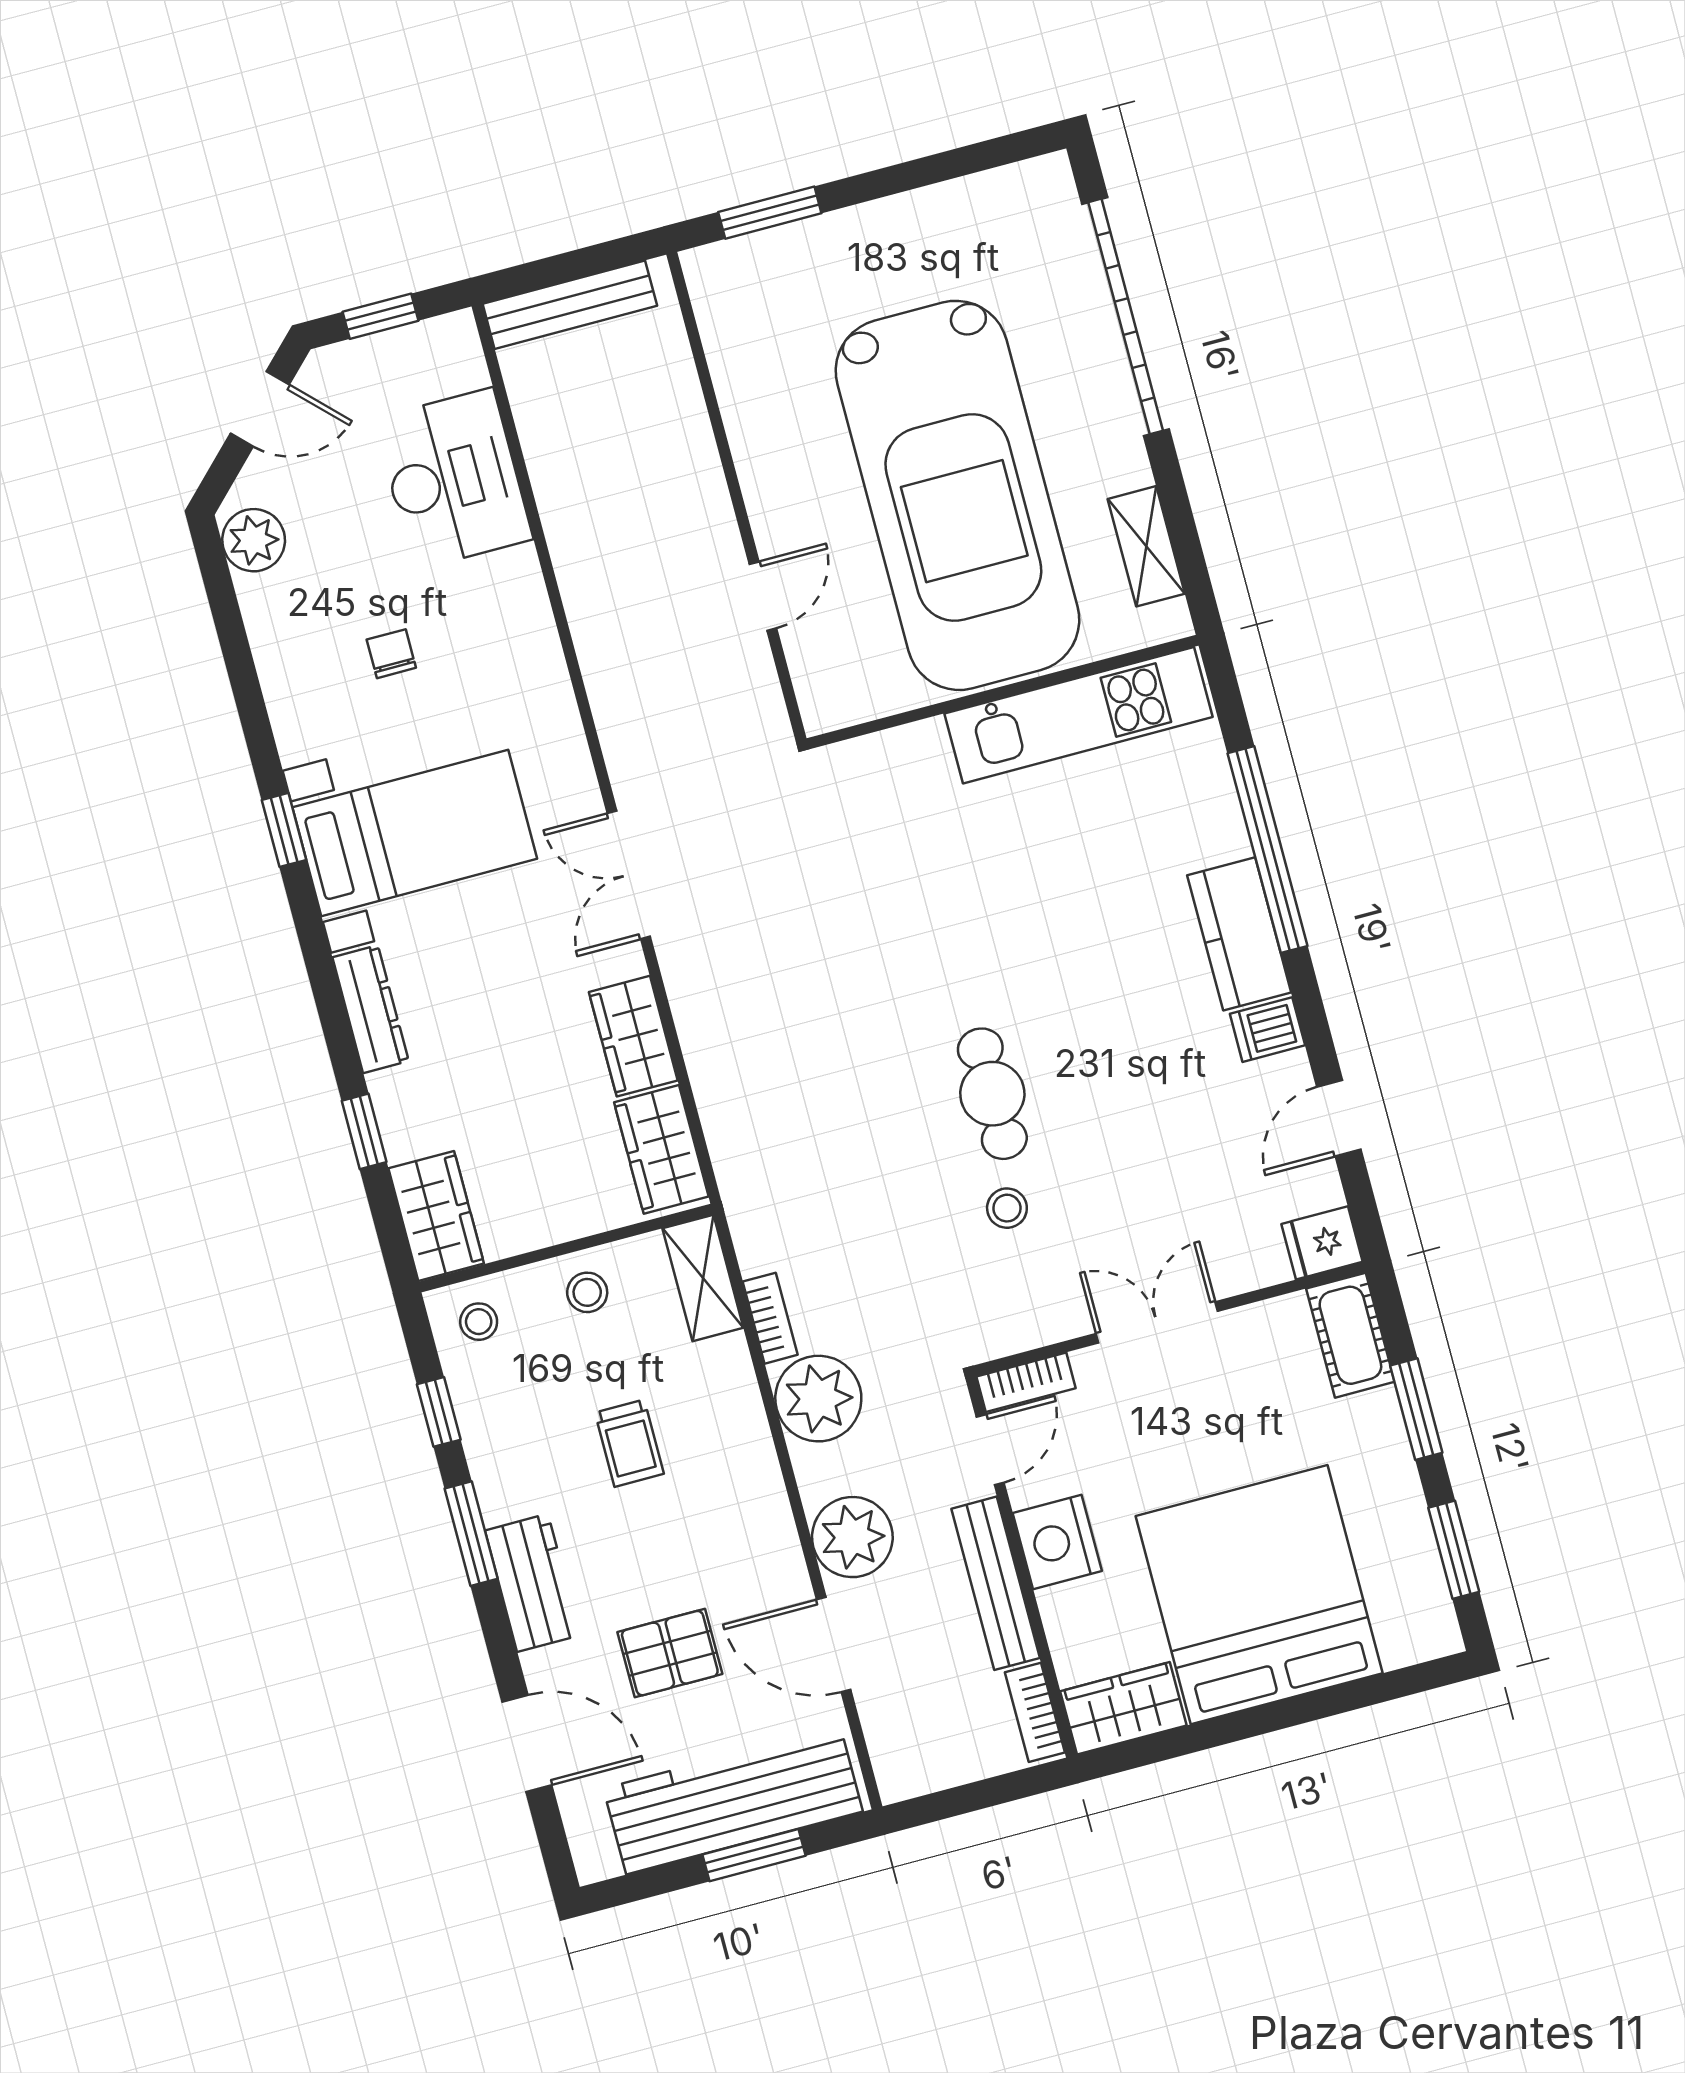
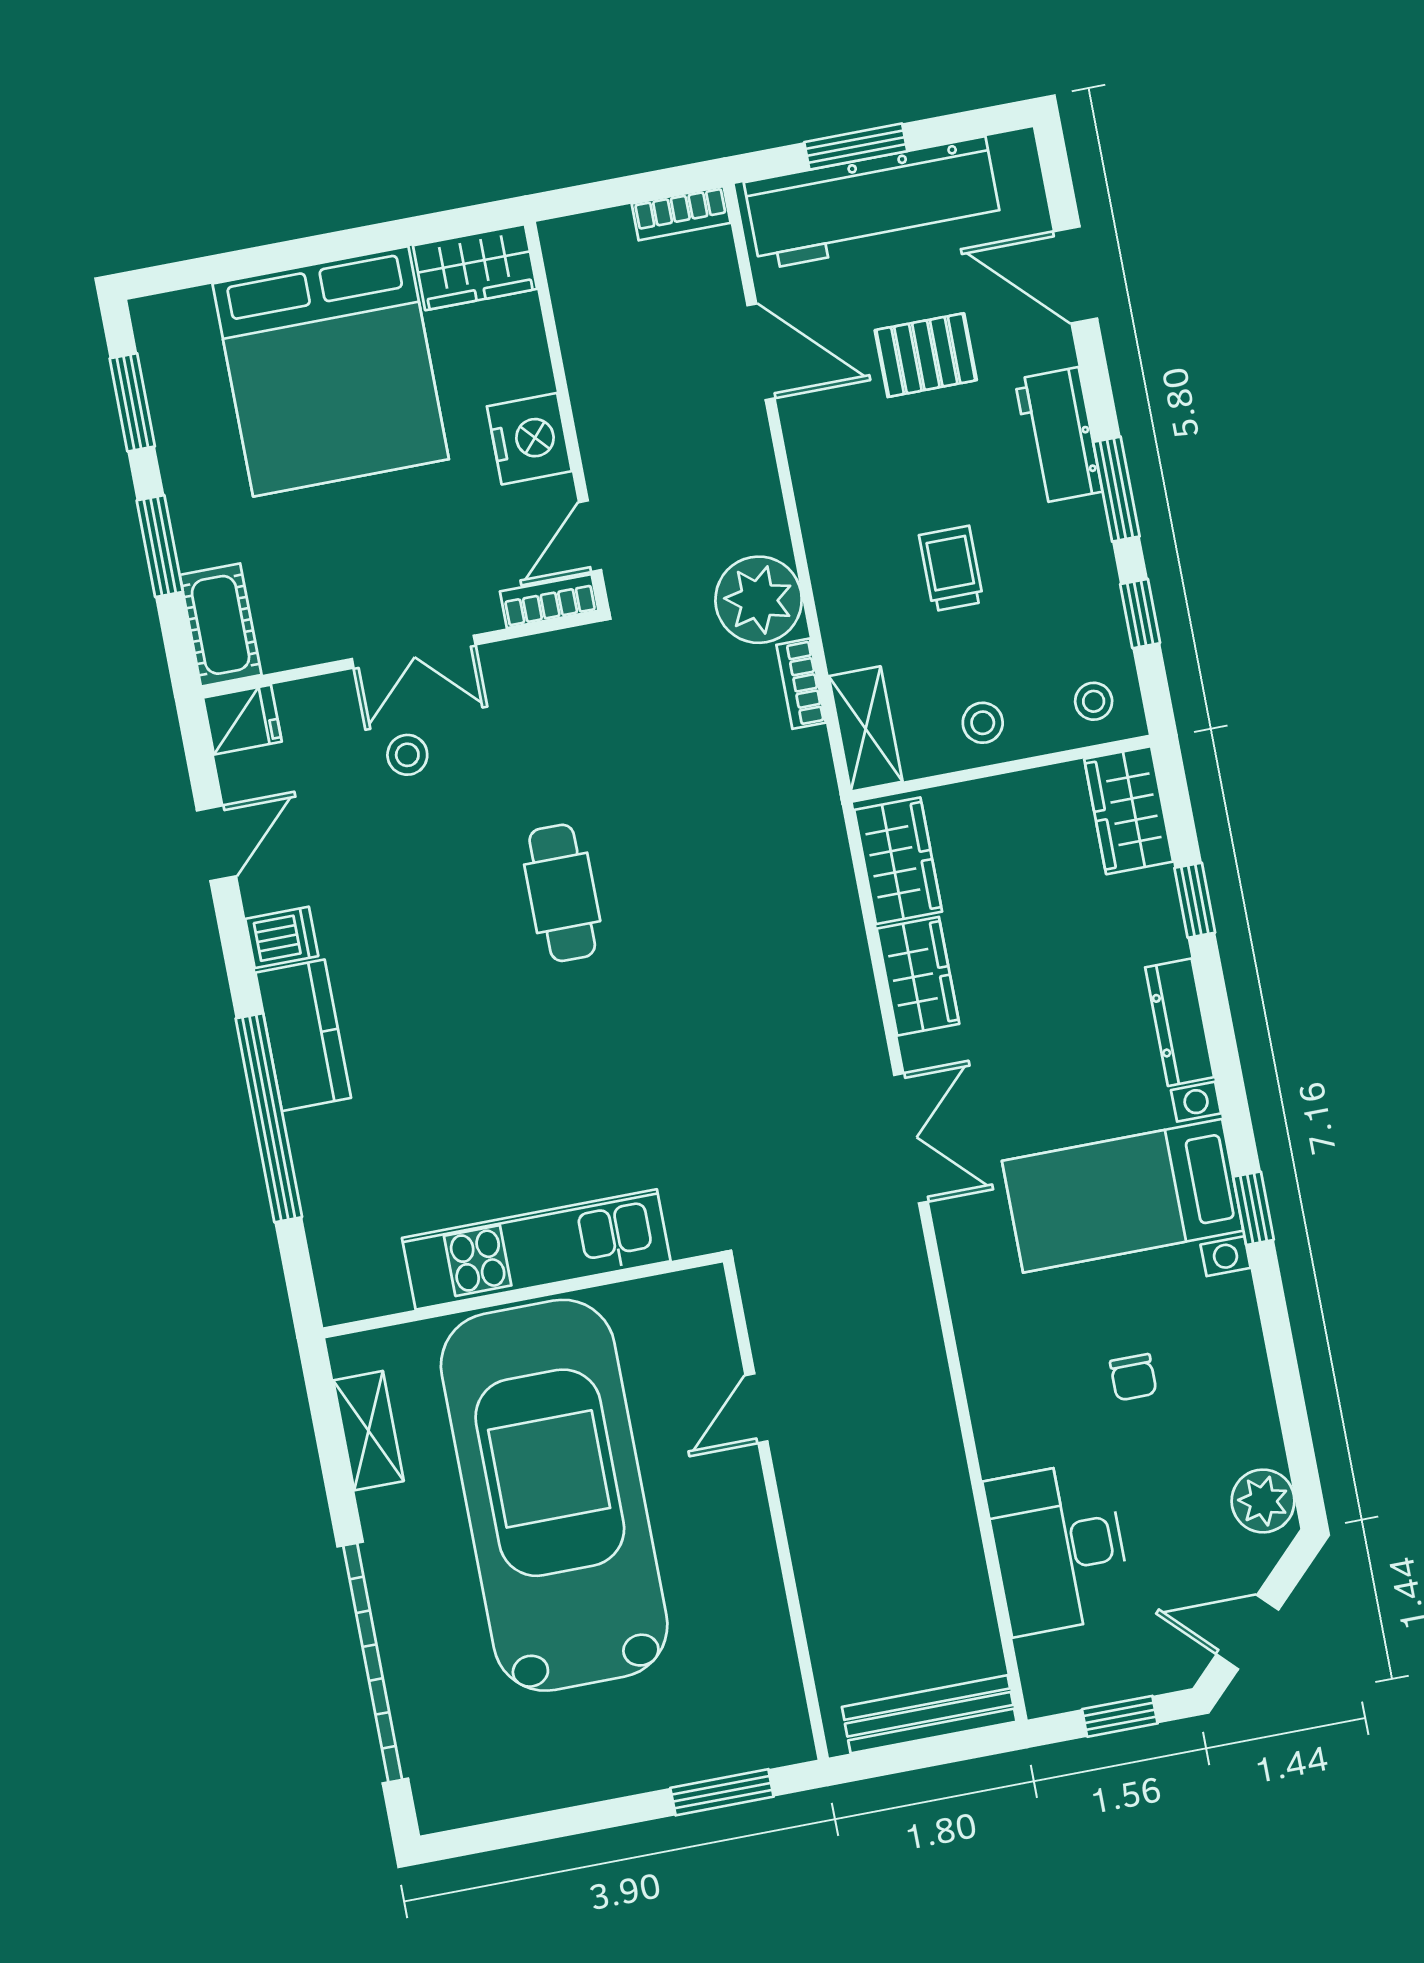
kitchen unit: (1078, 715) -> (536, 1249), moved
stool: (1007, 1208) -> (407, 755), moved
plant: (852, 1537) -> (734, 458), removed
bench: (996, 1583) -> (594, 402), removed
bookcase: (1035, 1712) -> (681, 213), moved, turned 90

